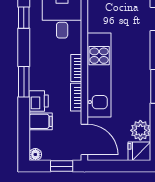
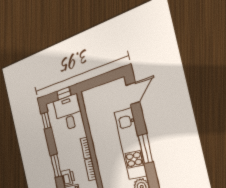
kitchen unit: (99, 75) -> (130, 144), moved, turned 180

